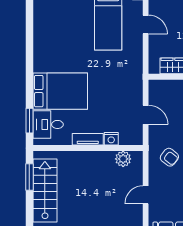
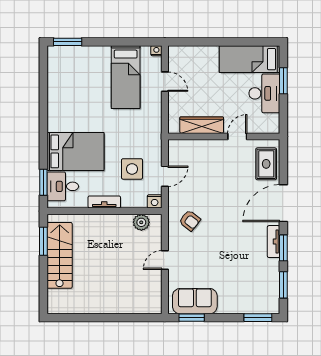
side table: (114, 108) -> (132, 169), added
door: (146, 115) -> (165, 176), hinge flipped
nightstand: (111, 139) -> (155, 201), moved

